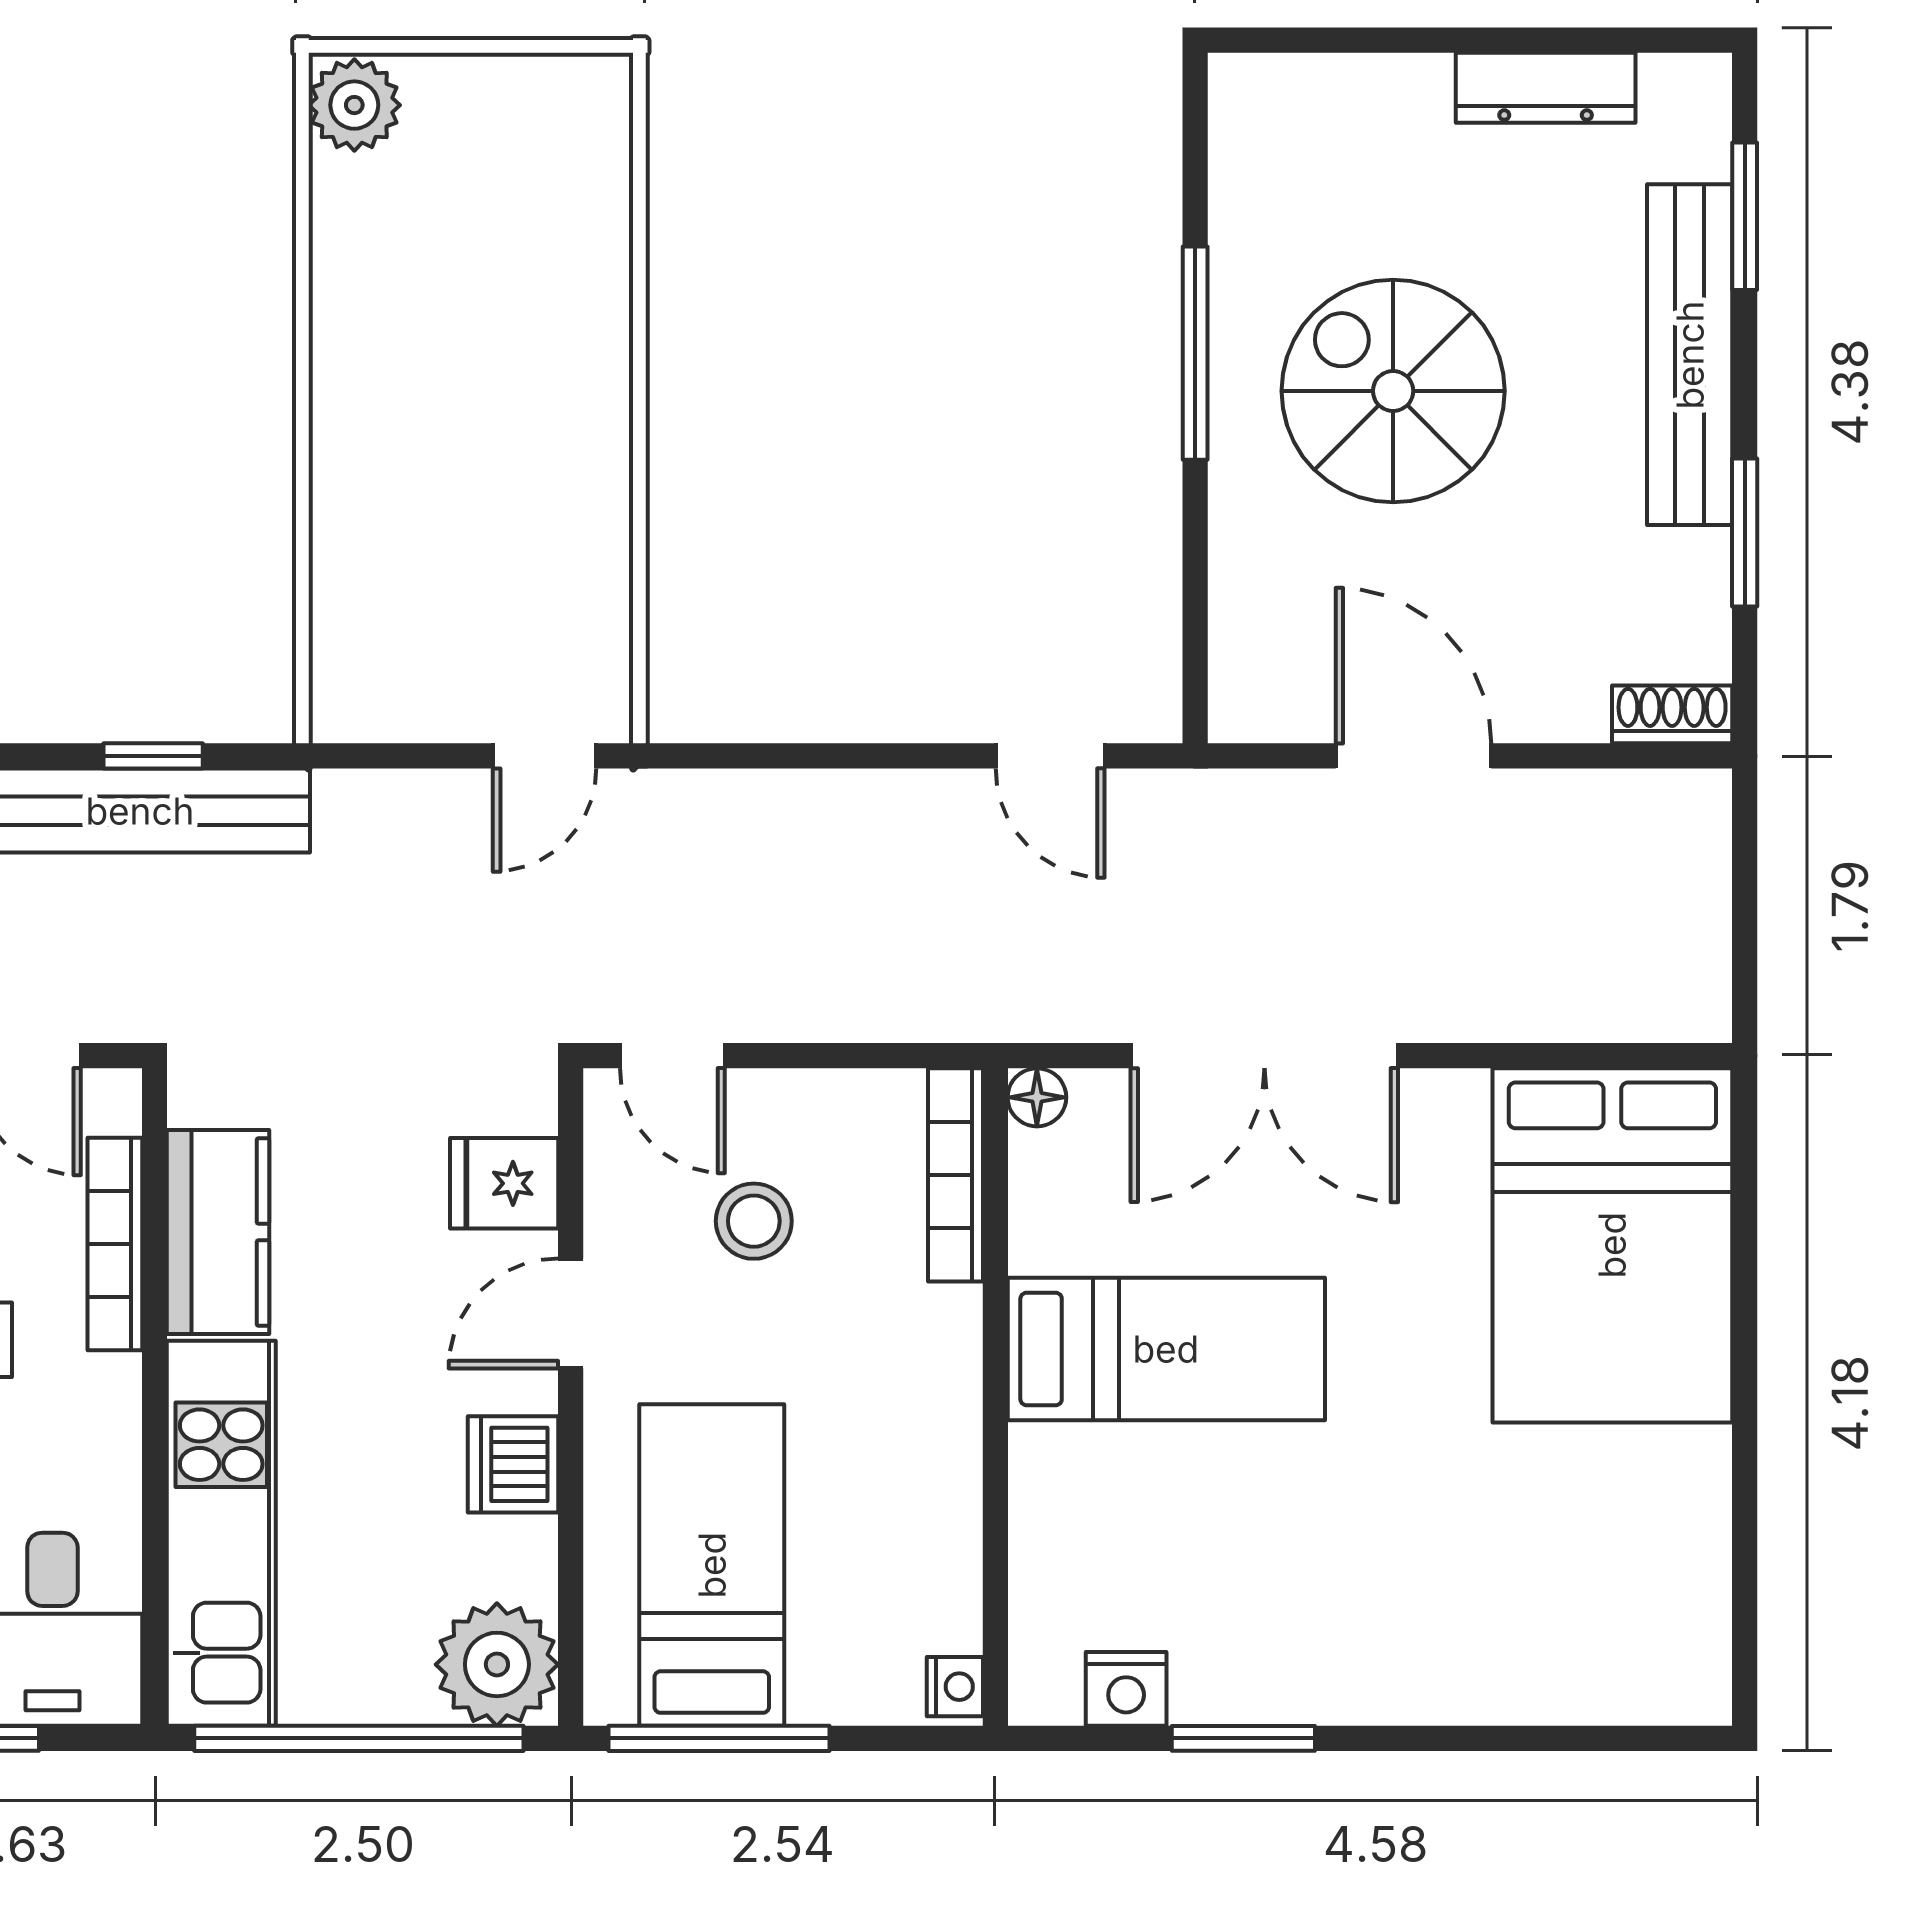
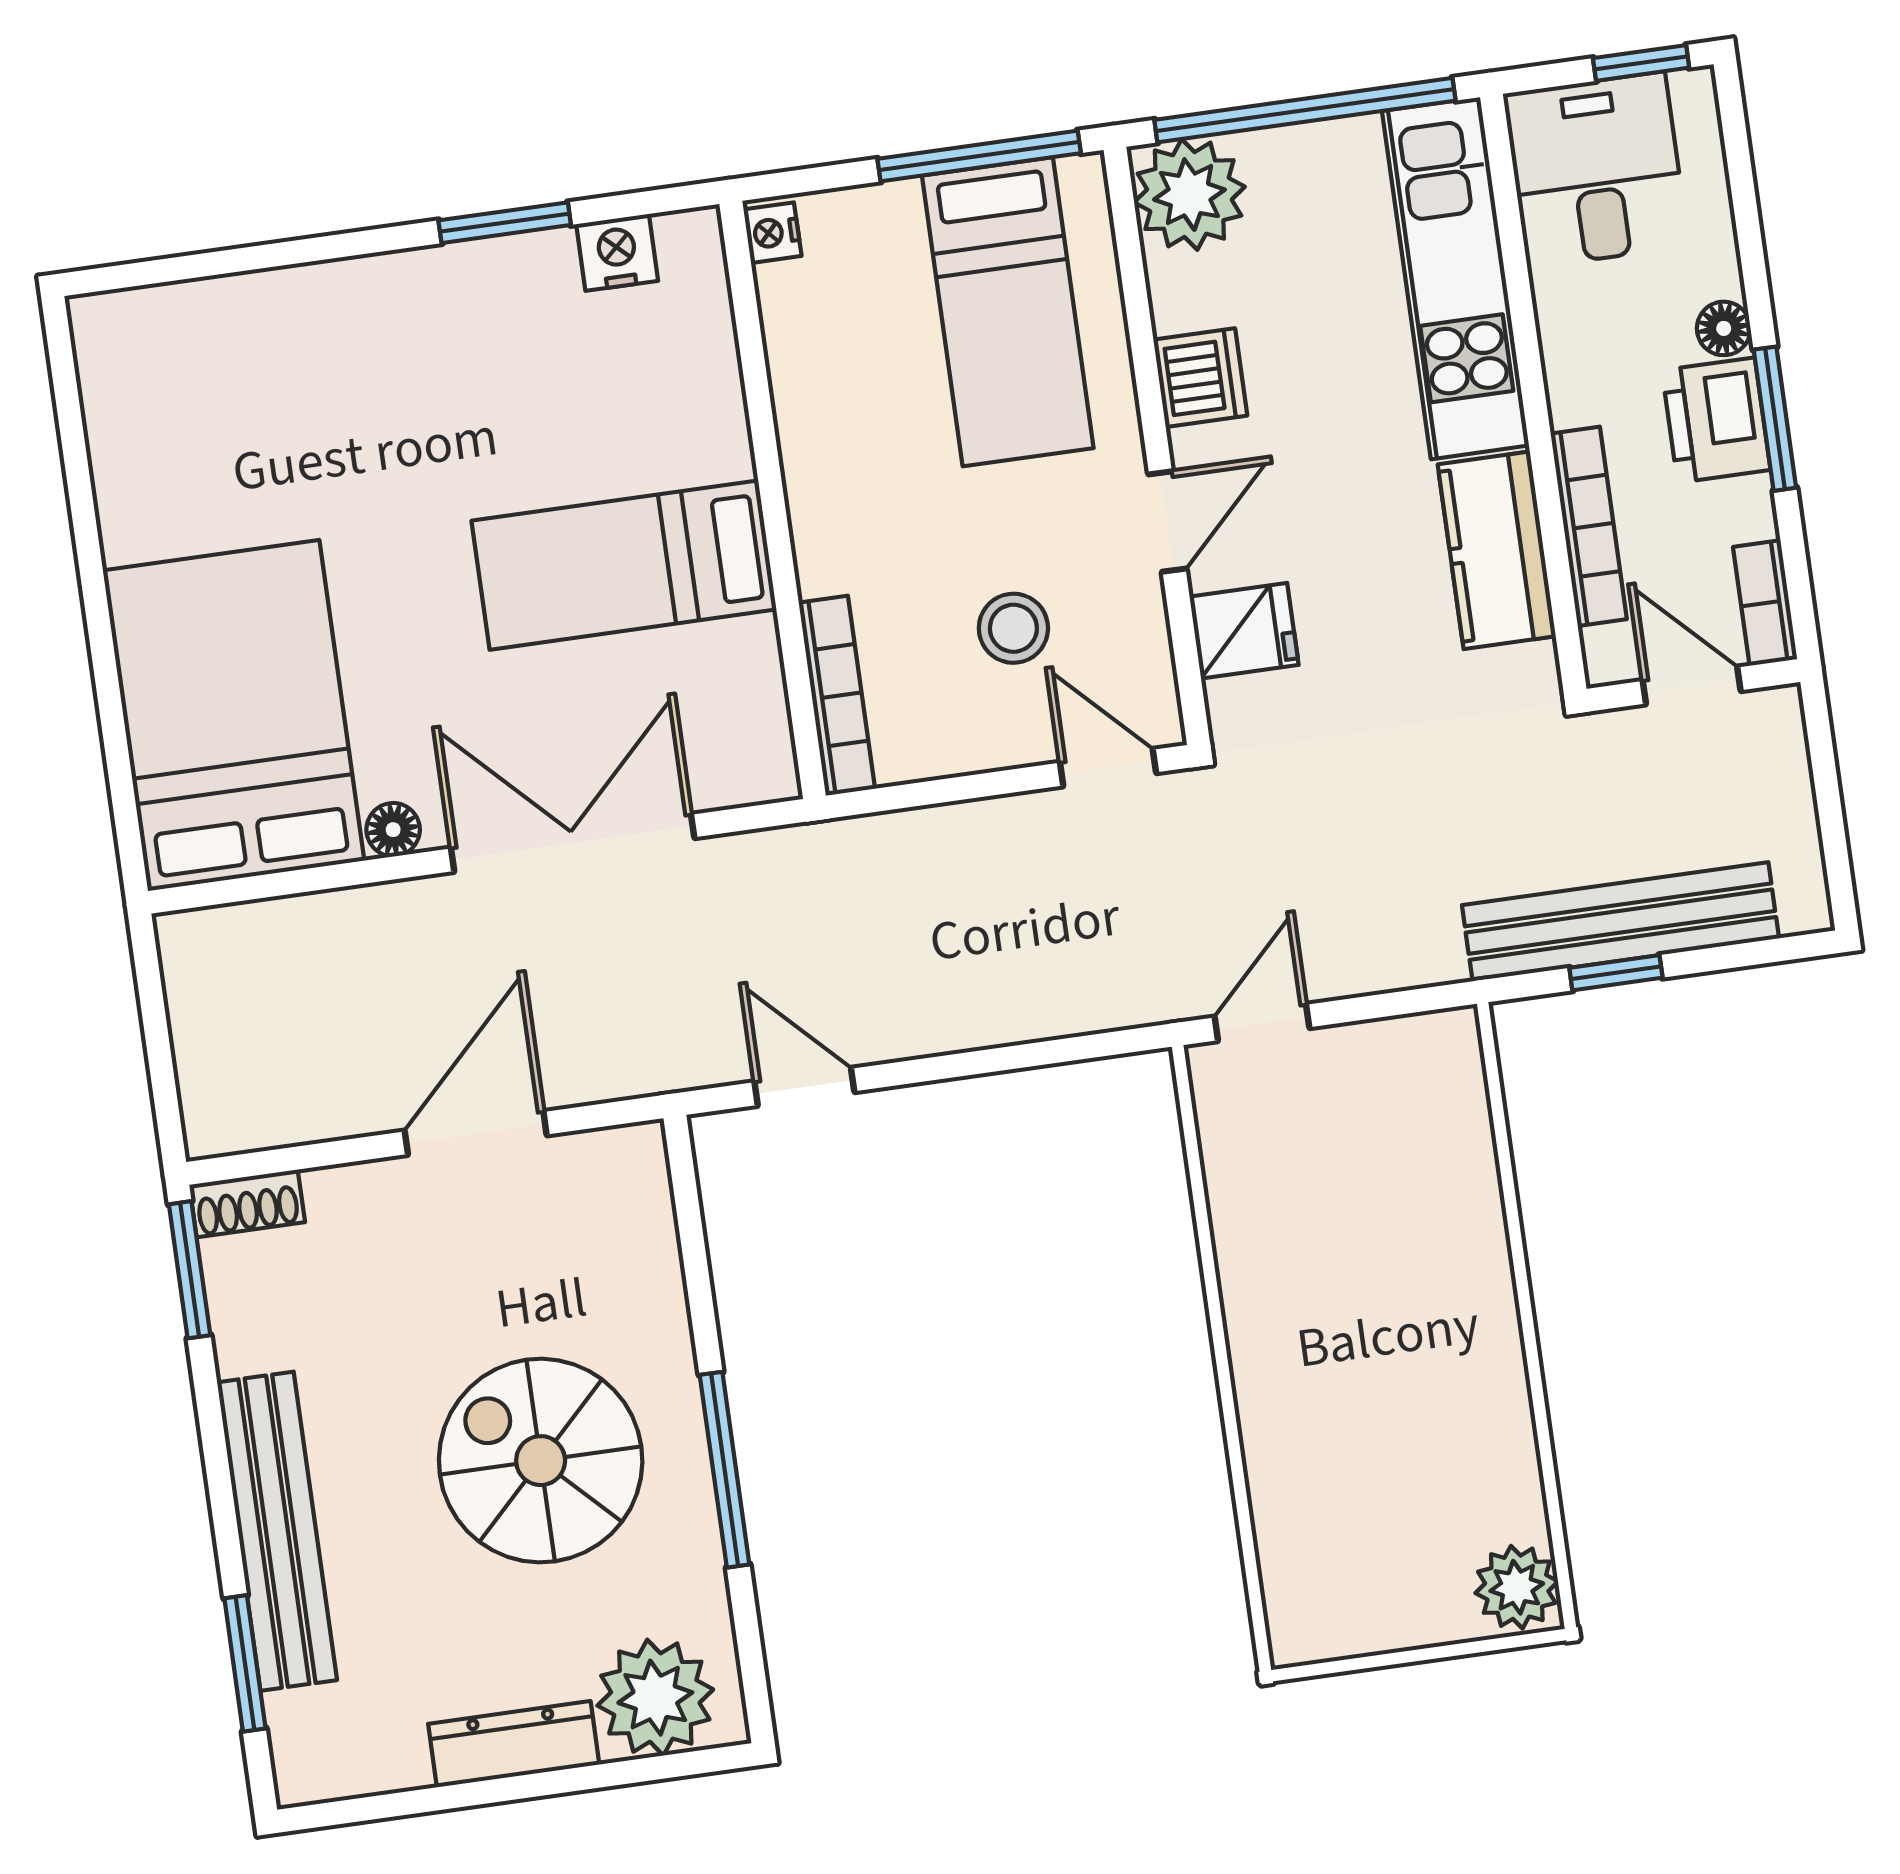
dresser: (1546, 88) -> (514, 1744), moved
plant: (1305, 117) -> (655, 1698), added
spiral stairs: (1393, 391) -> (541, 1461), turned 180
window: (1745, 532) -> (190, 1270), moved
door: (1414, 756) -> (476, 1133), swing flipped
floor lamp: (1037, 1097) -> (393, 830), moved

